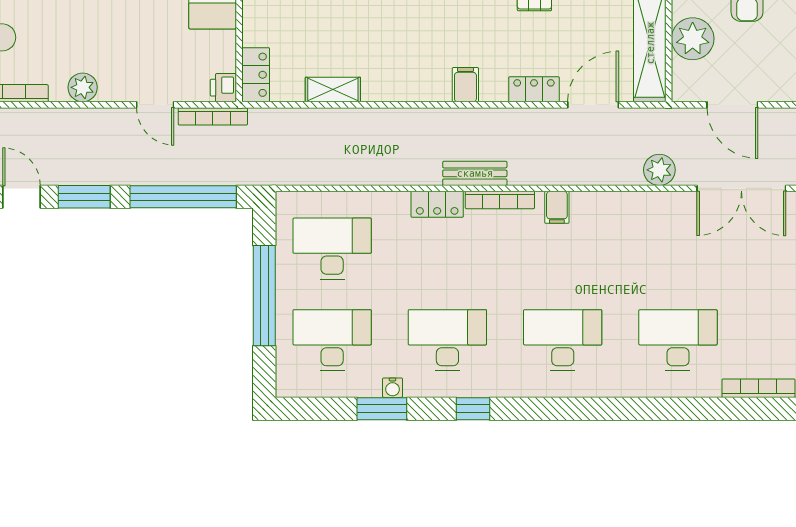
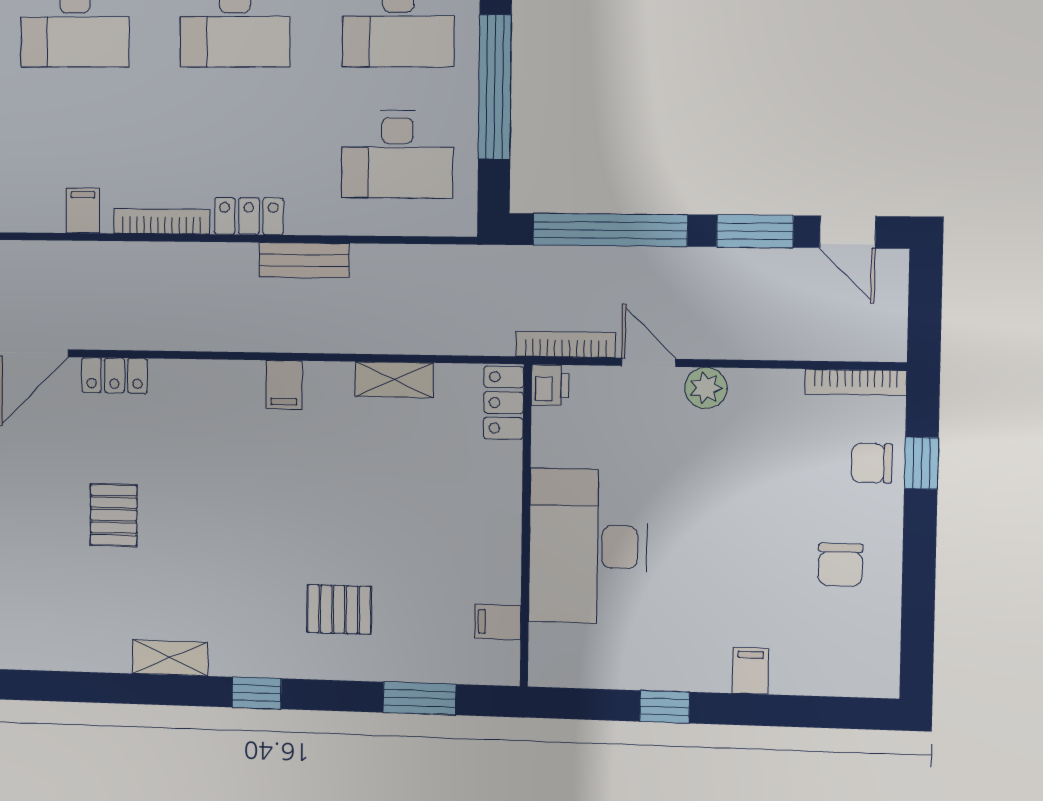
filing cabinet: (465, 85) -> (284, 385), moved
plant: (83, 87) -> (706, 388), moved
bench: (475, 173) -> (304, 260), moved

